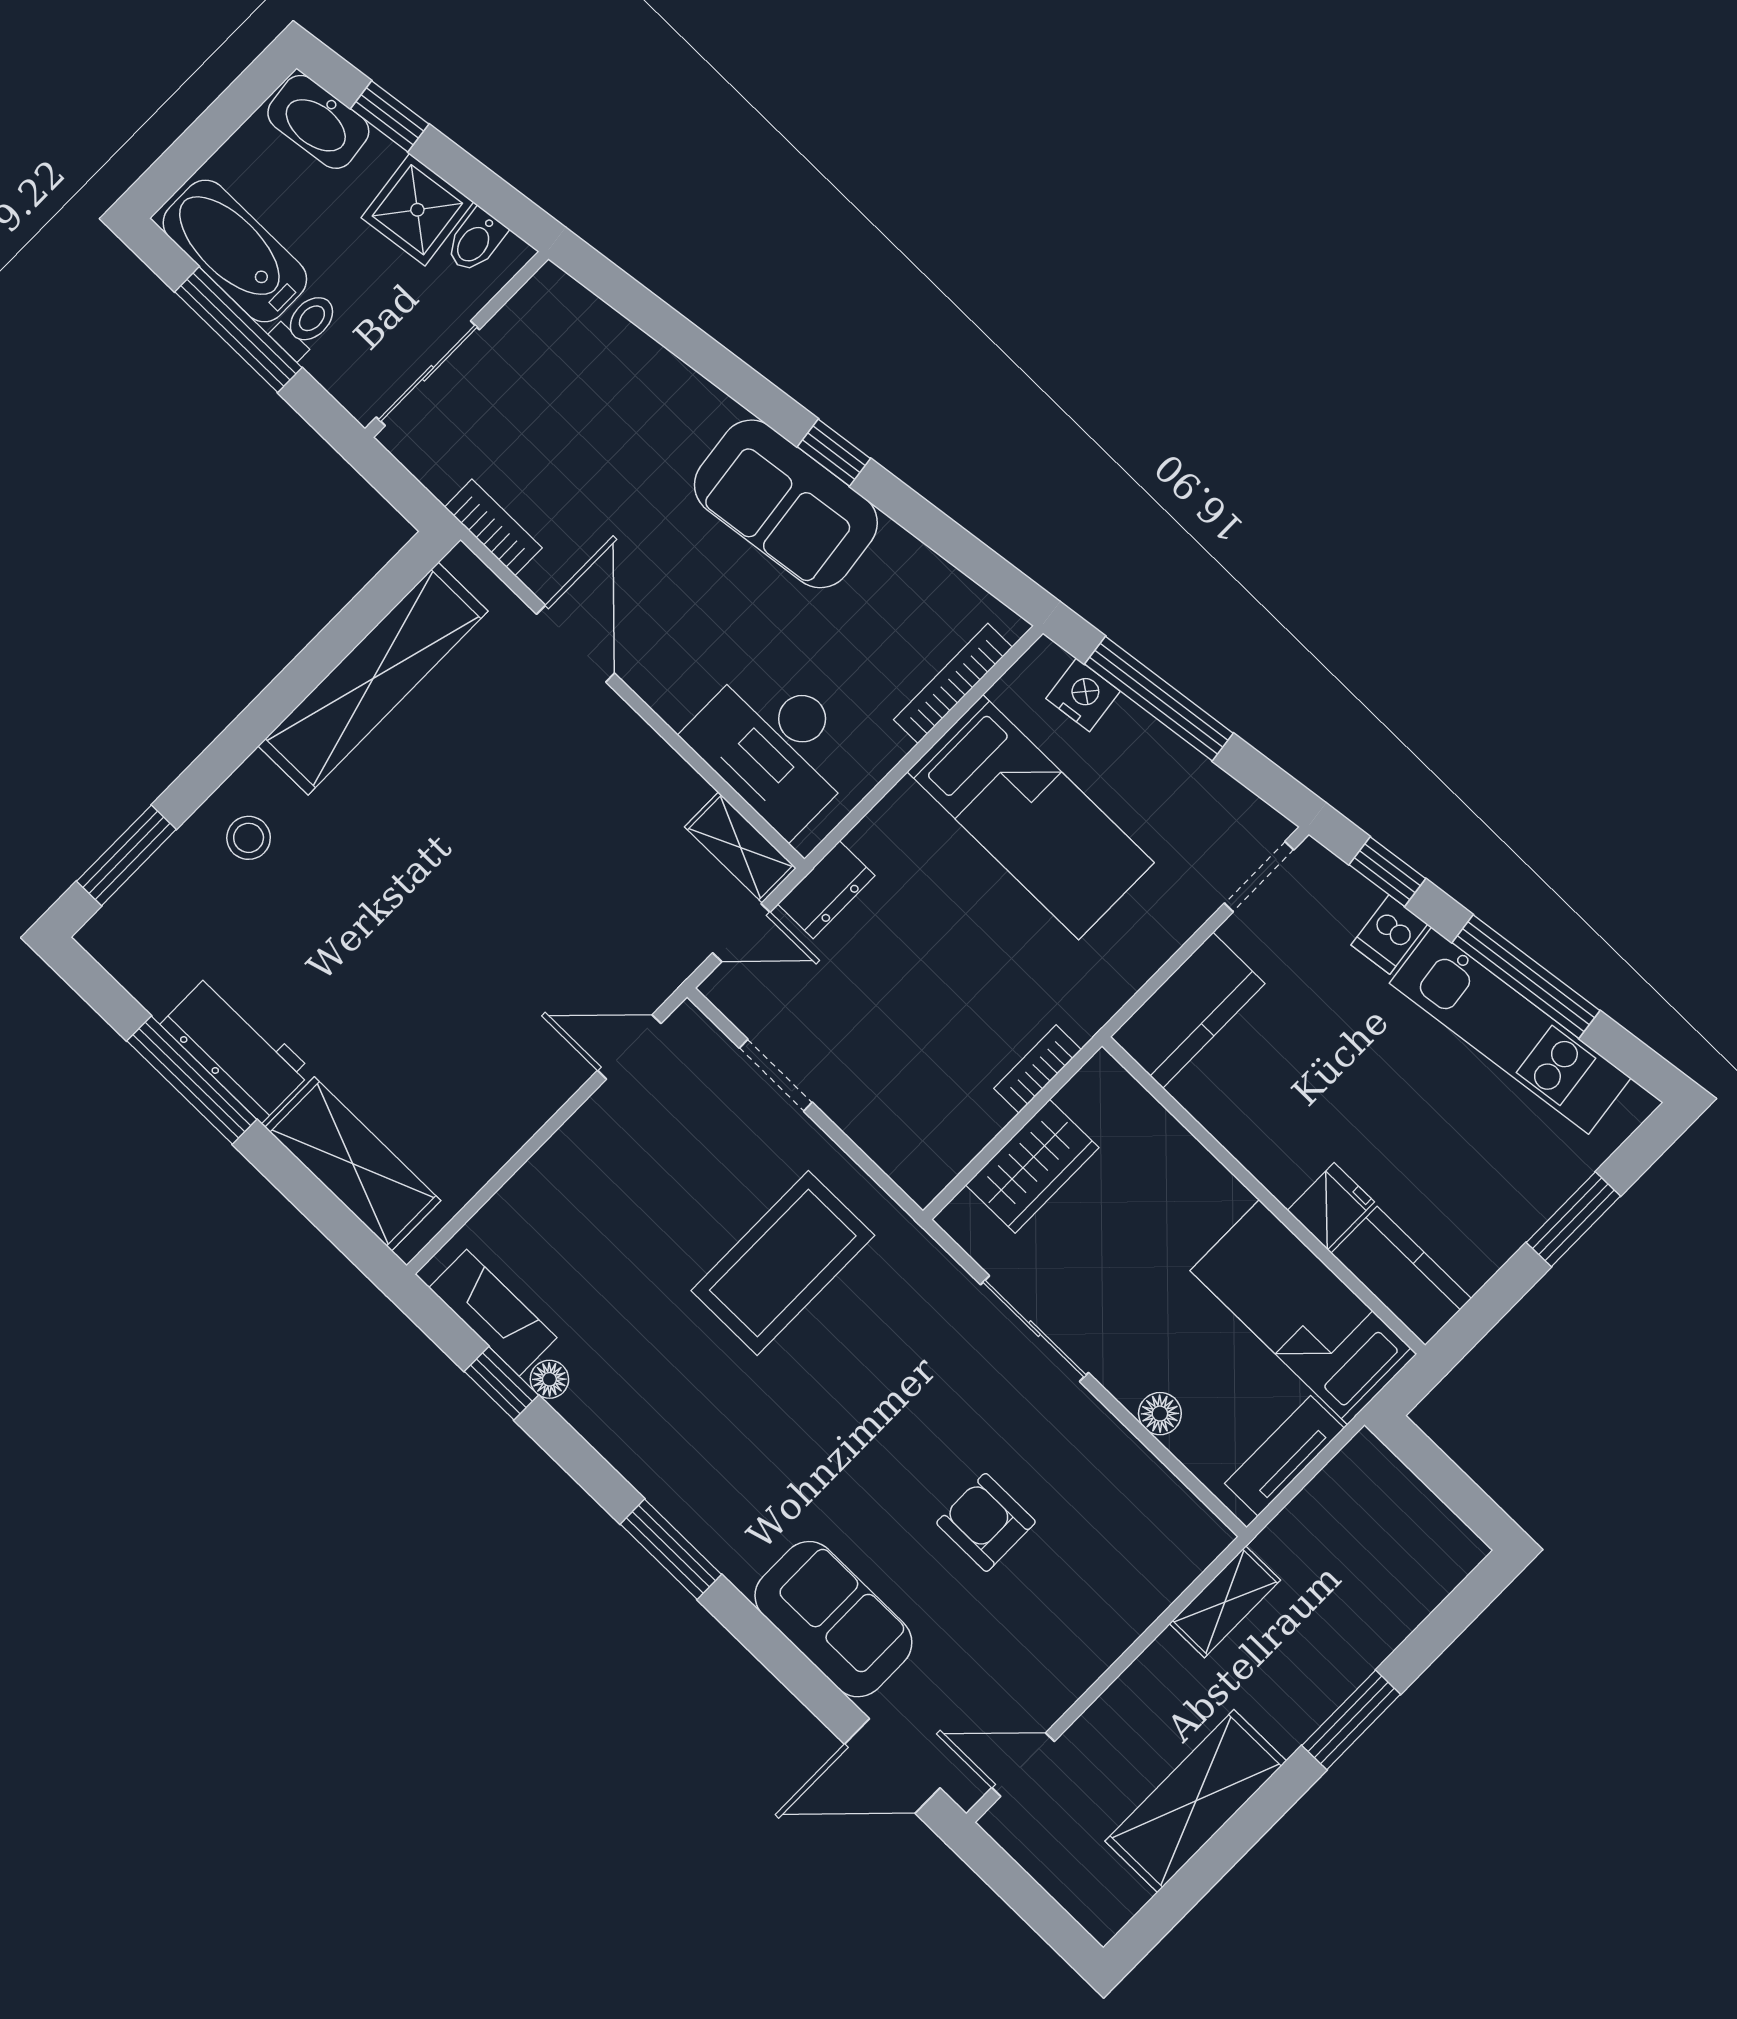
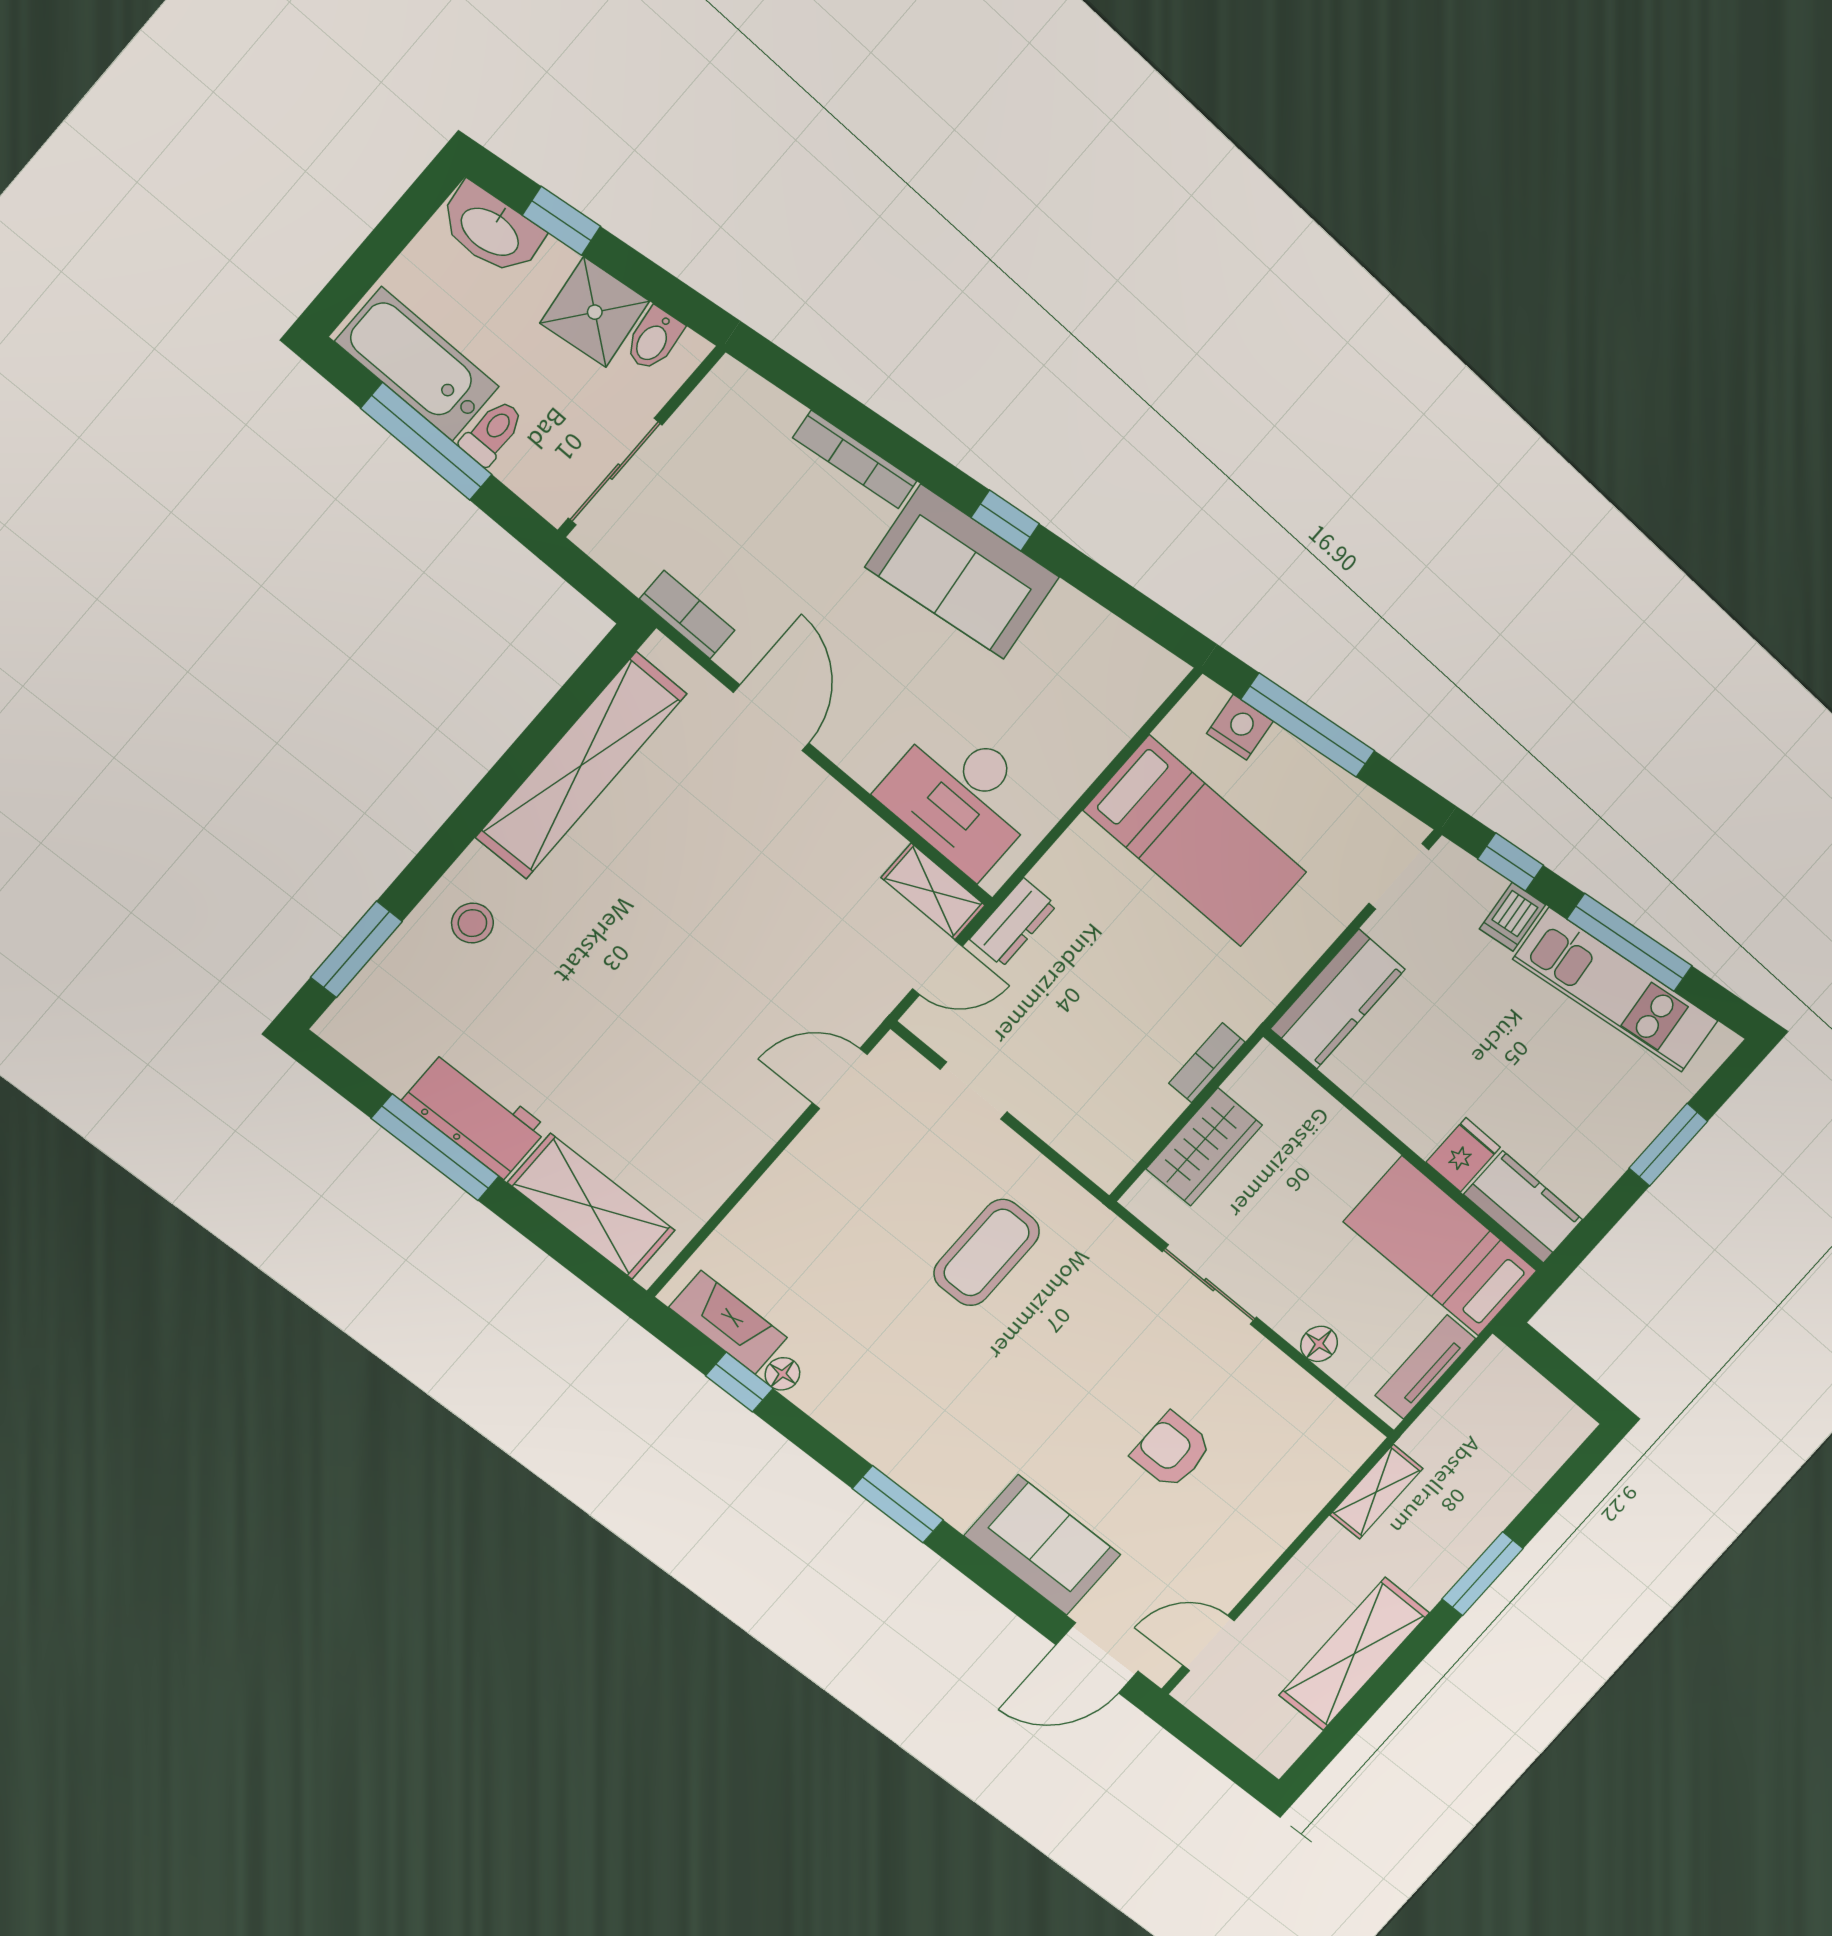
bookcase: (953, 683) -> (855, 460), moved, turned -97
coffee table: (783, 1263) -> (987, 1252), width x0.73, depth x0.76

